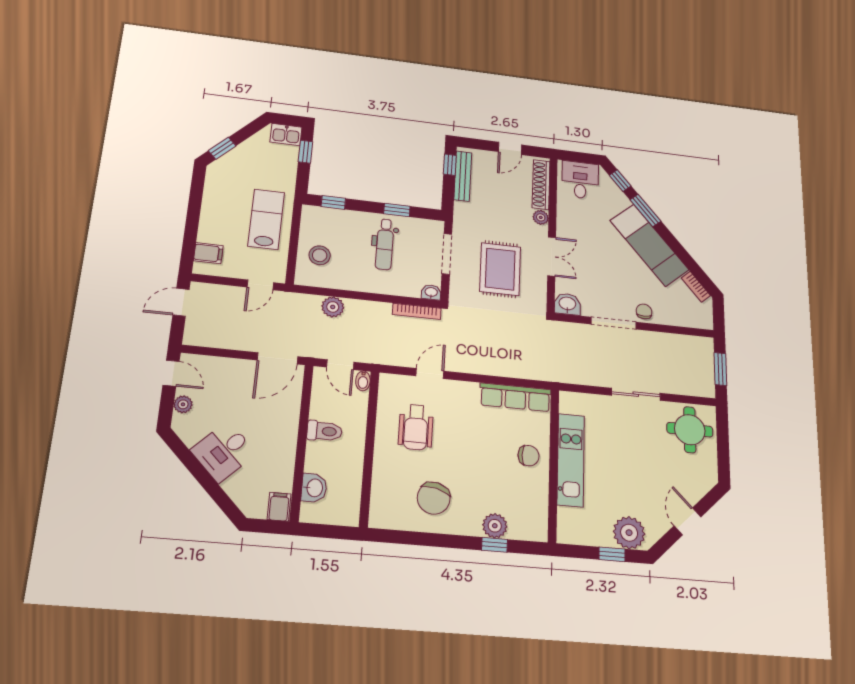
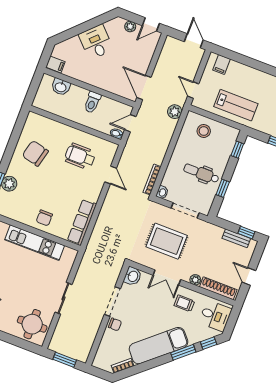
bench: (463, 176) -> (236, 238), width x0.73
trolley: (579, 225) -> (184, 303), added
plant: (333, 307) -> (175, 112), moved

